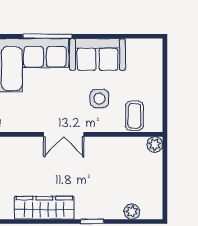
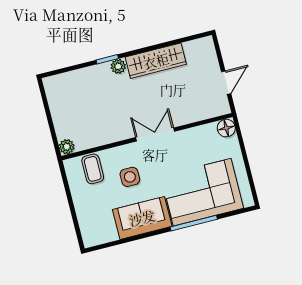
plant: (132, 212) -> (118, 66), moved

